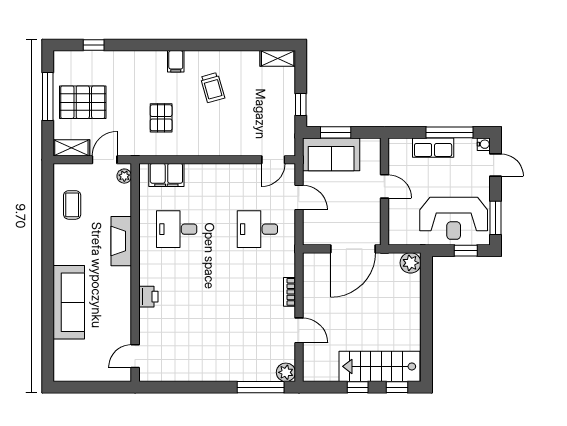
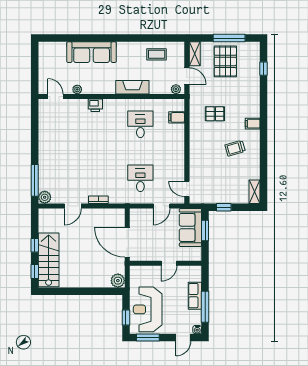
filing cabinet: (166, 175) -> (177, 117), width x0.50
plant: (125, 324) -> (77, 89), added

